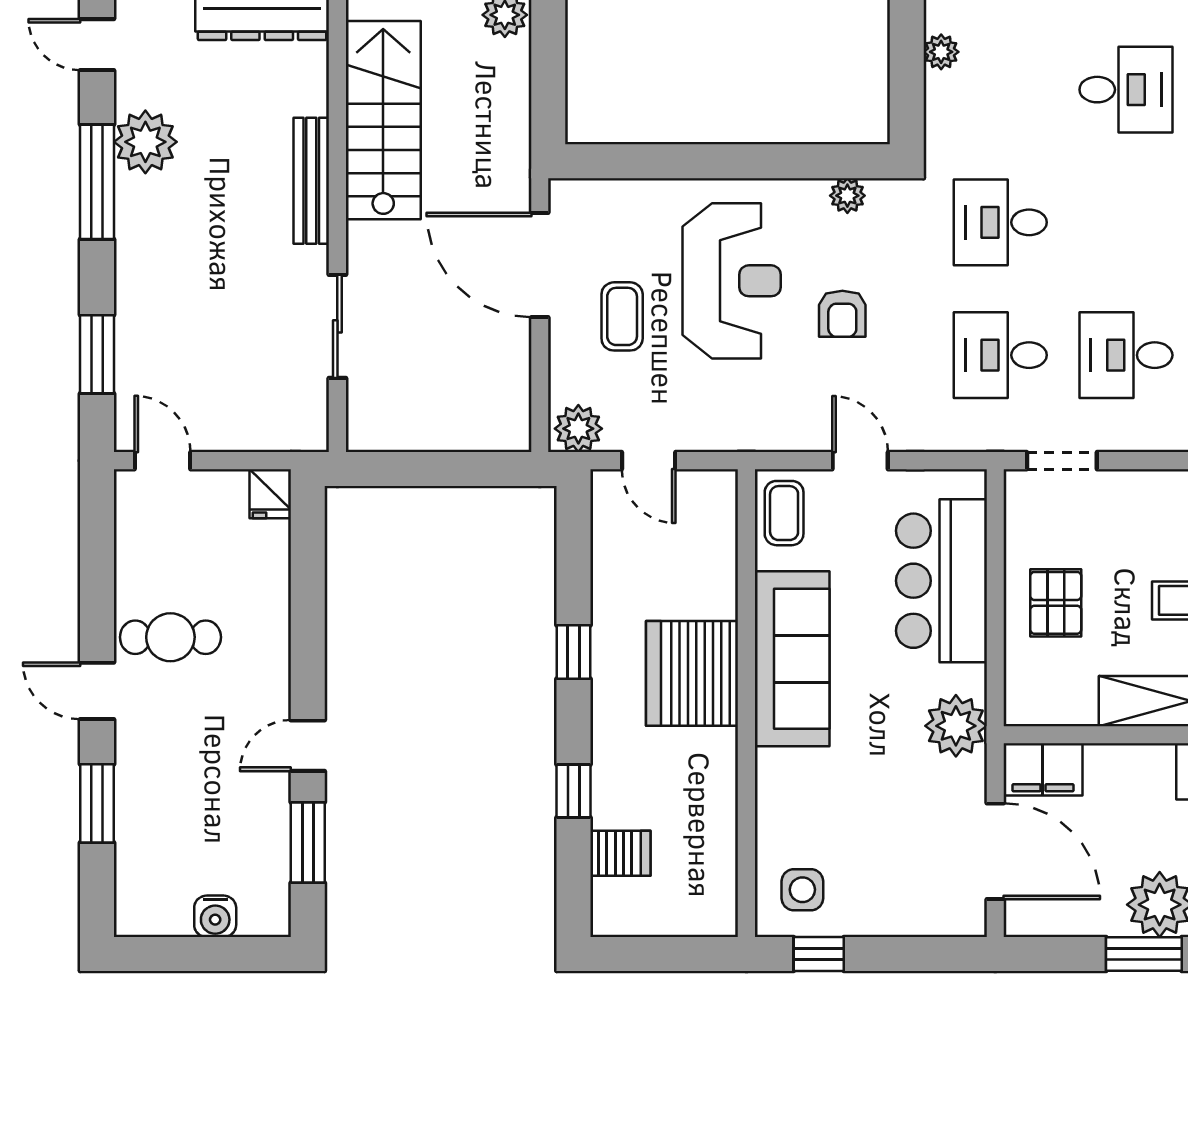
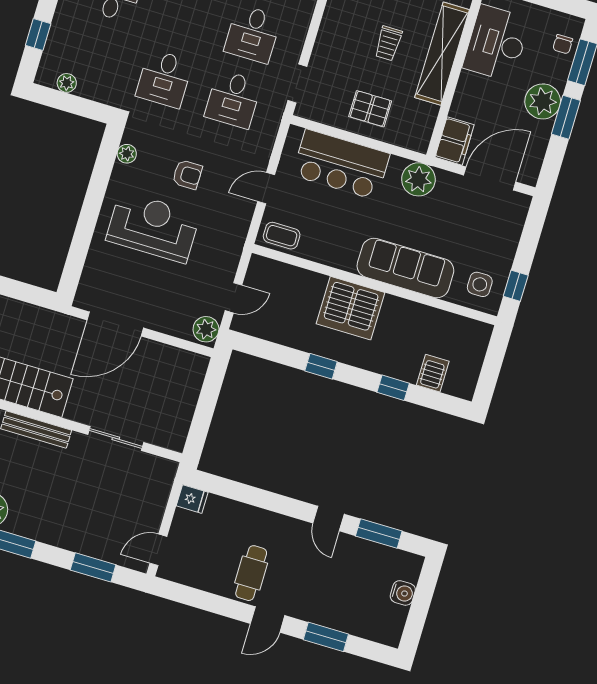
coffee table: (622, 316) -> (155, 289), removed
sofa: (792, 659) -> (405, 268), moved

